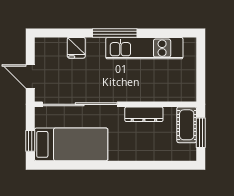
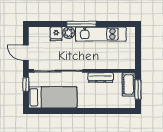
plant: (95, 46) -> (69, 33), added
window: (30, 141) -> (26, 85), moved

